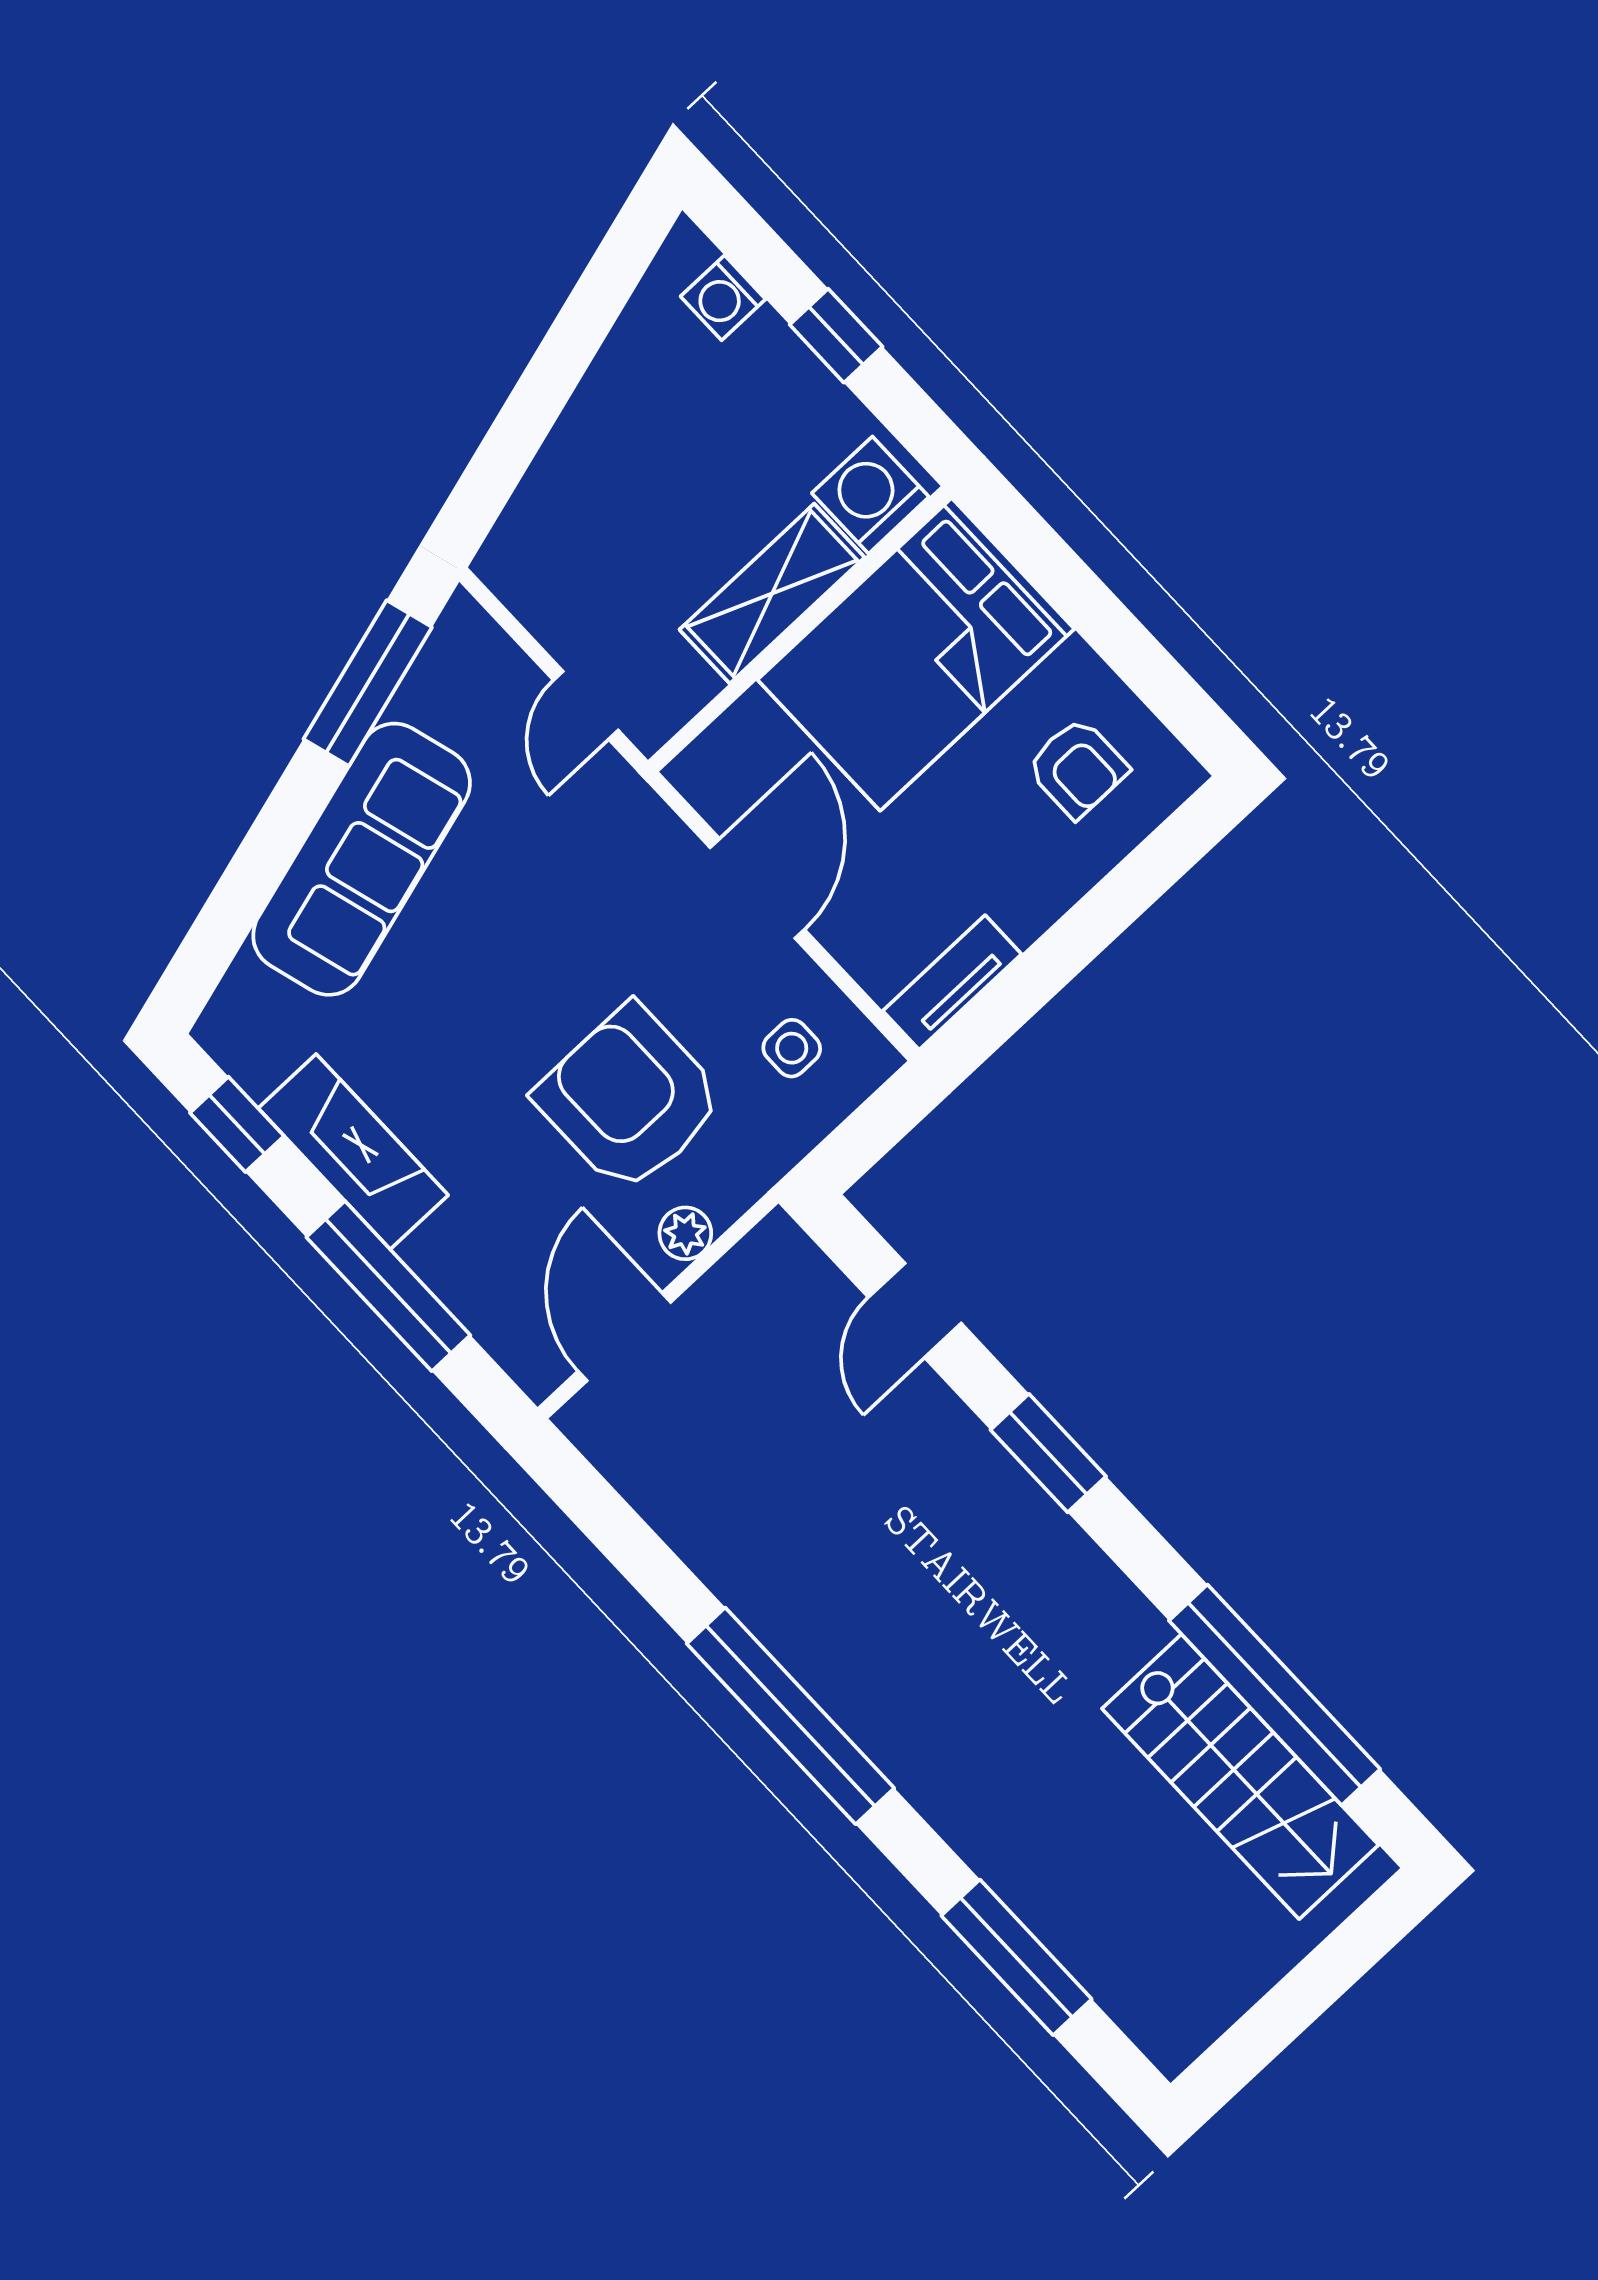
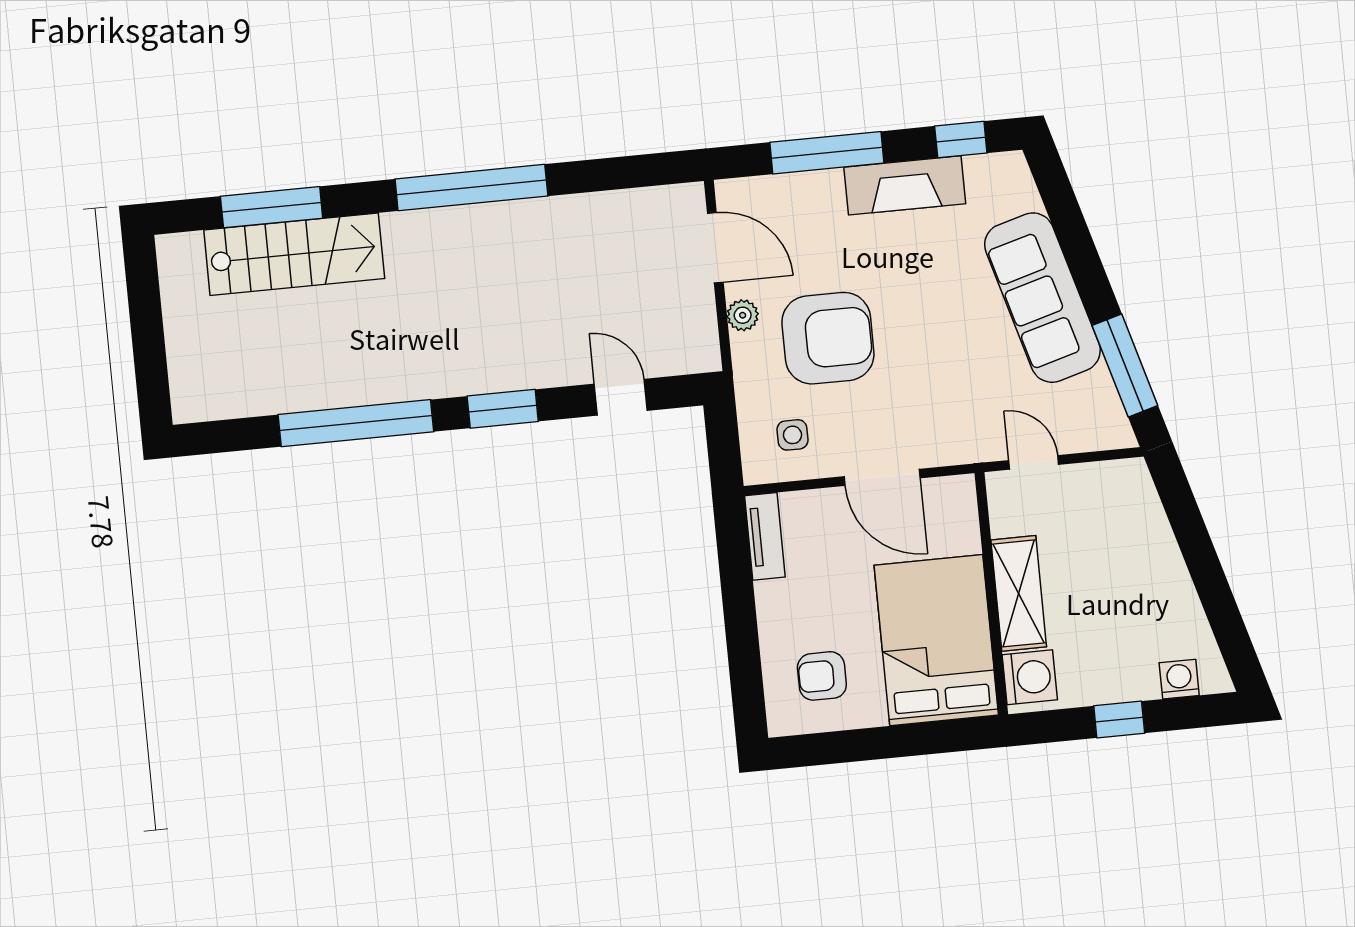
window: (1275, 1695) -> (356, 423), moved
stairs: (1240, 1777) -> (294, 254), moved, turned 180

